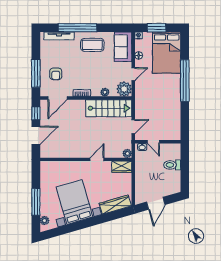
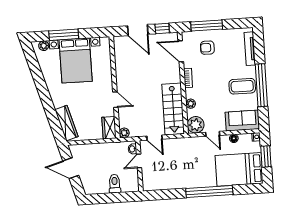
window: (77, 28) -> (261, 85), moved
coffee table: (92, 45) -> (242, 86), turned 90
bed with nightstands: (74, 202) -> (76, 61), moved, turned 106

